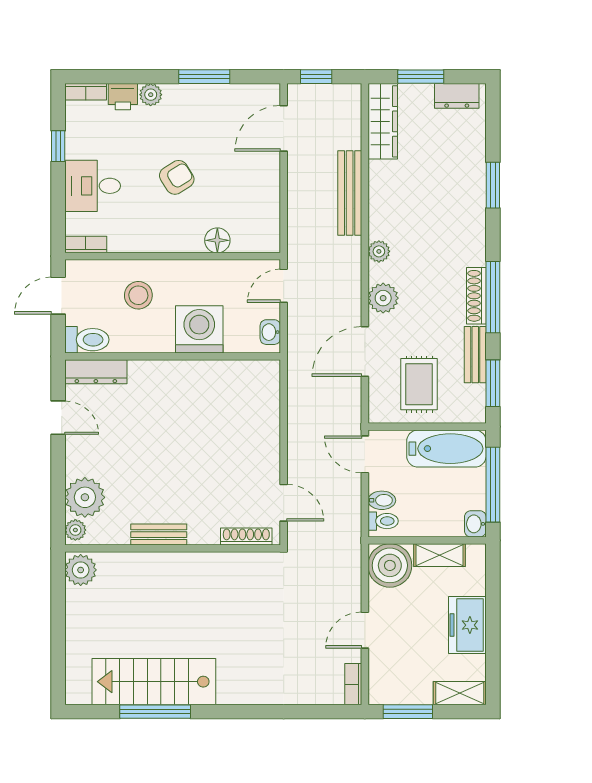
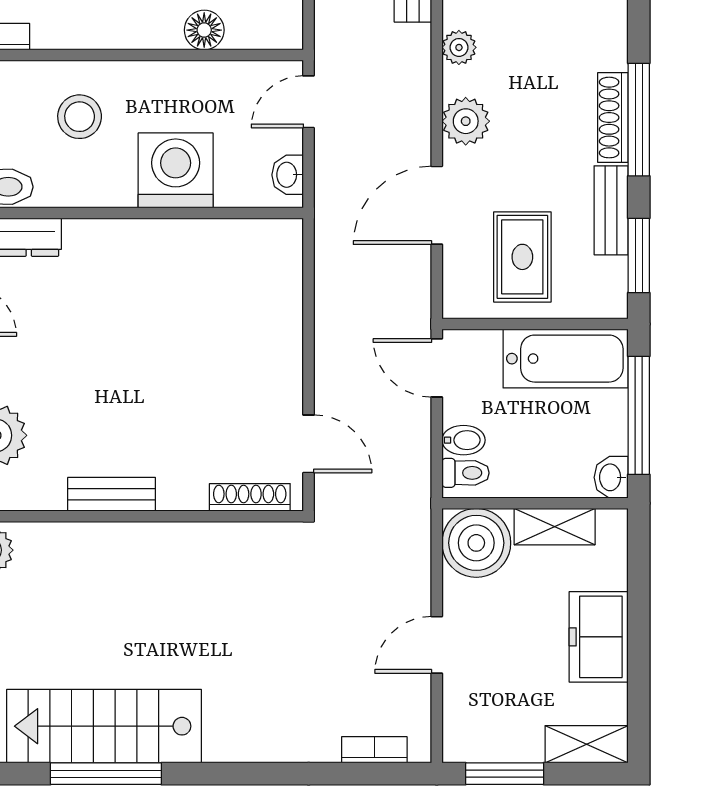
bookcase: (353, 684) -> (374, 750), moved, turned 90

